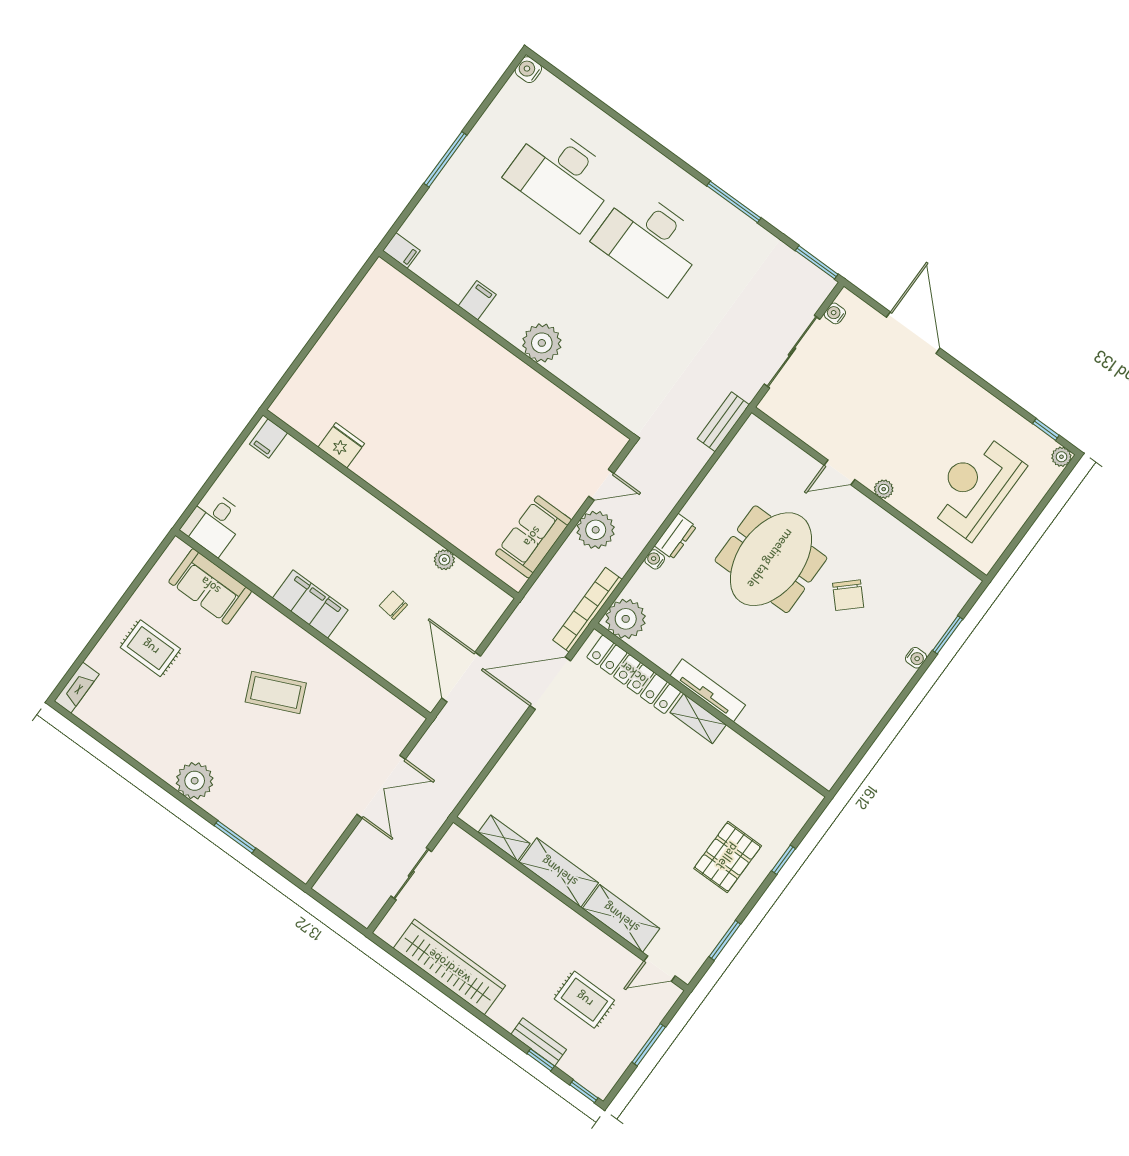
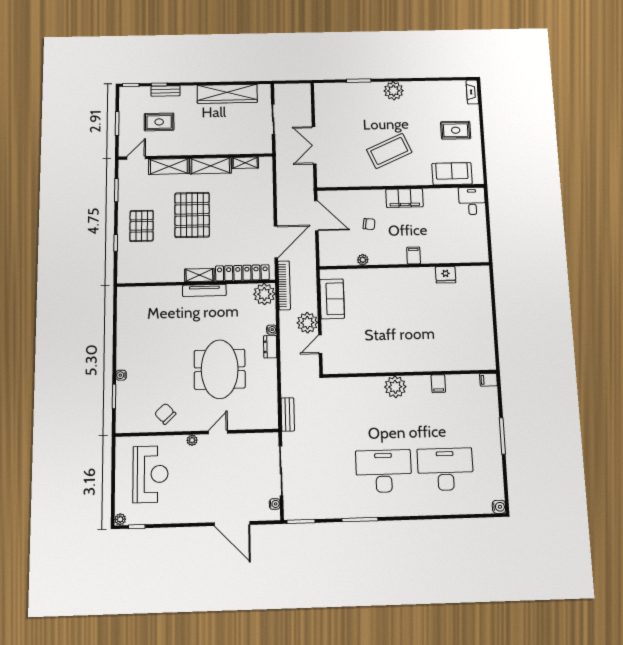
filing cabinet: (268, 438) -> (414, 255), moved
chair: (848, 595) -> (165, 414), moved
coffee table: (276, 693) -> (389, 151), width x1.36, depth x1.32
pallet: (642, 817) -> (192, 215), added

